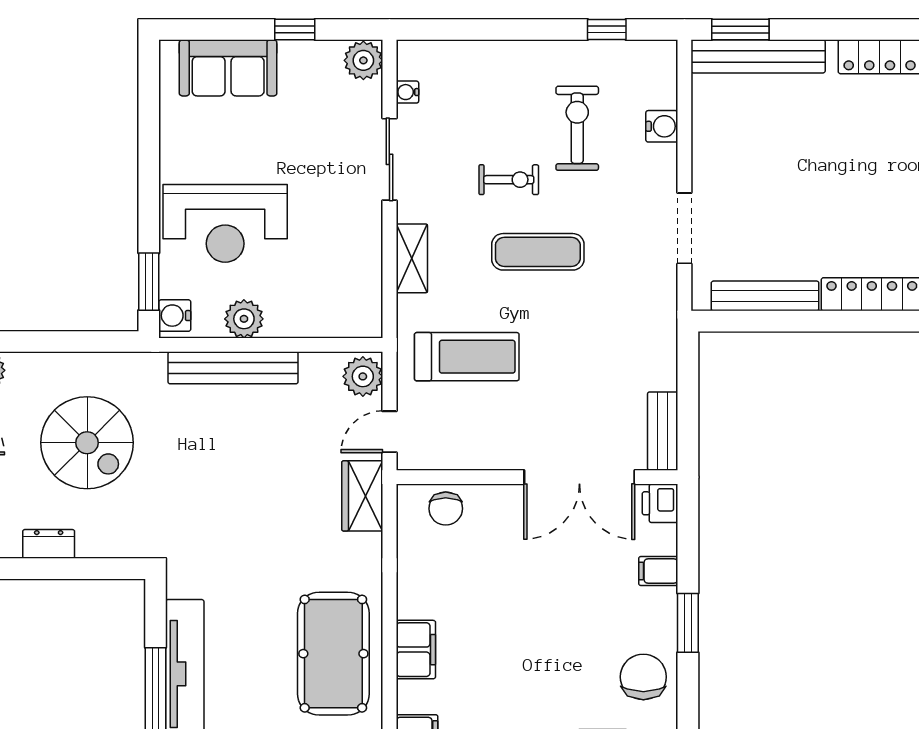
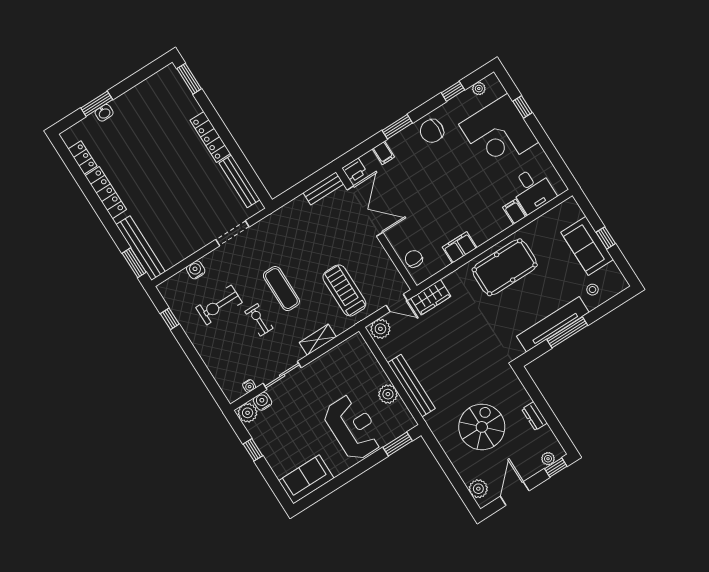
sofa: (228, 68) -> (306, 479), moved, turned -90
water cooler: (175, 316) -> (263, 401), moved, turned 180
chair: (446, 509) -> (414, 259), turned -90
filing cabinet: (416, 650) -> (460, 247), moved

